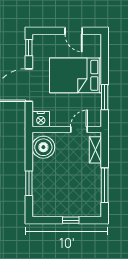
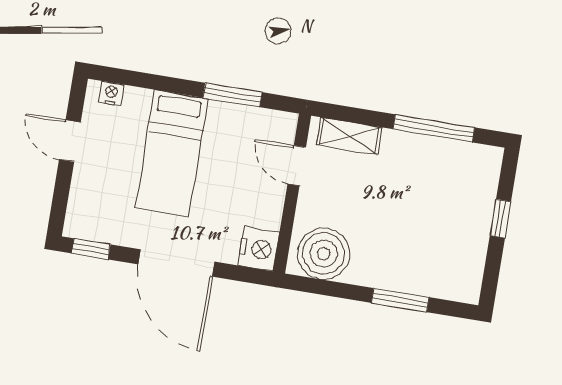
door: (74, 31) -> (70, 141), swing flipped
nightstand: (97, 45) -> (111, 93), added
bed: (75, 75) -> (172, 153), width x0.67

